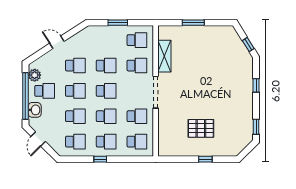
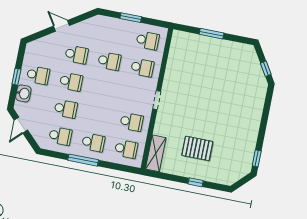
shelving: (164, 56) -> (156, 153), moved
plant: (35, 75) -> (31, 56), removed
window: (256, 85) -> (266, 114), removed
school desk: (106, 91) -> (104, 88), removed
doorway: (156, 92) -> (157, 100), width x0.53
window: (25, 96) -> (16, 77), width x0.32
school desk: (106, 116) -> (99, 115), removed
window: (100, 159) -> (83, 160), width x2.17

